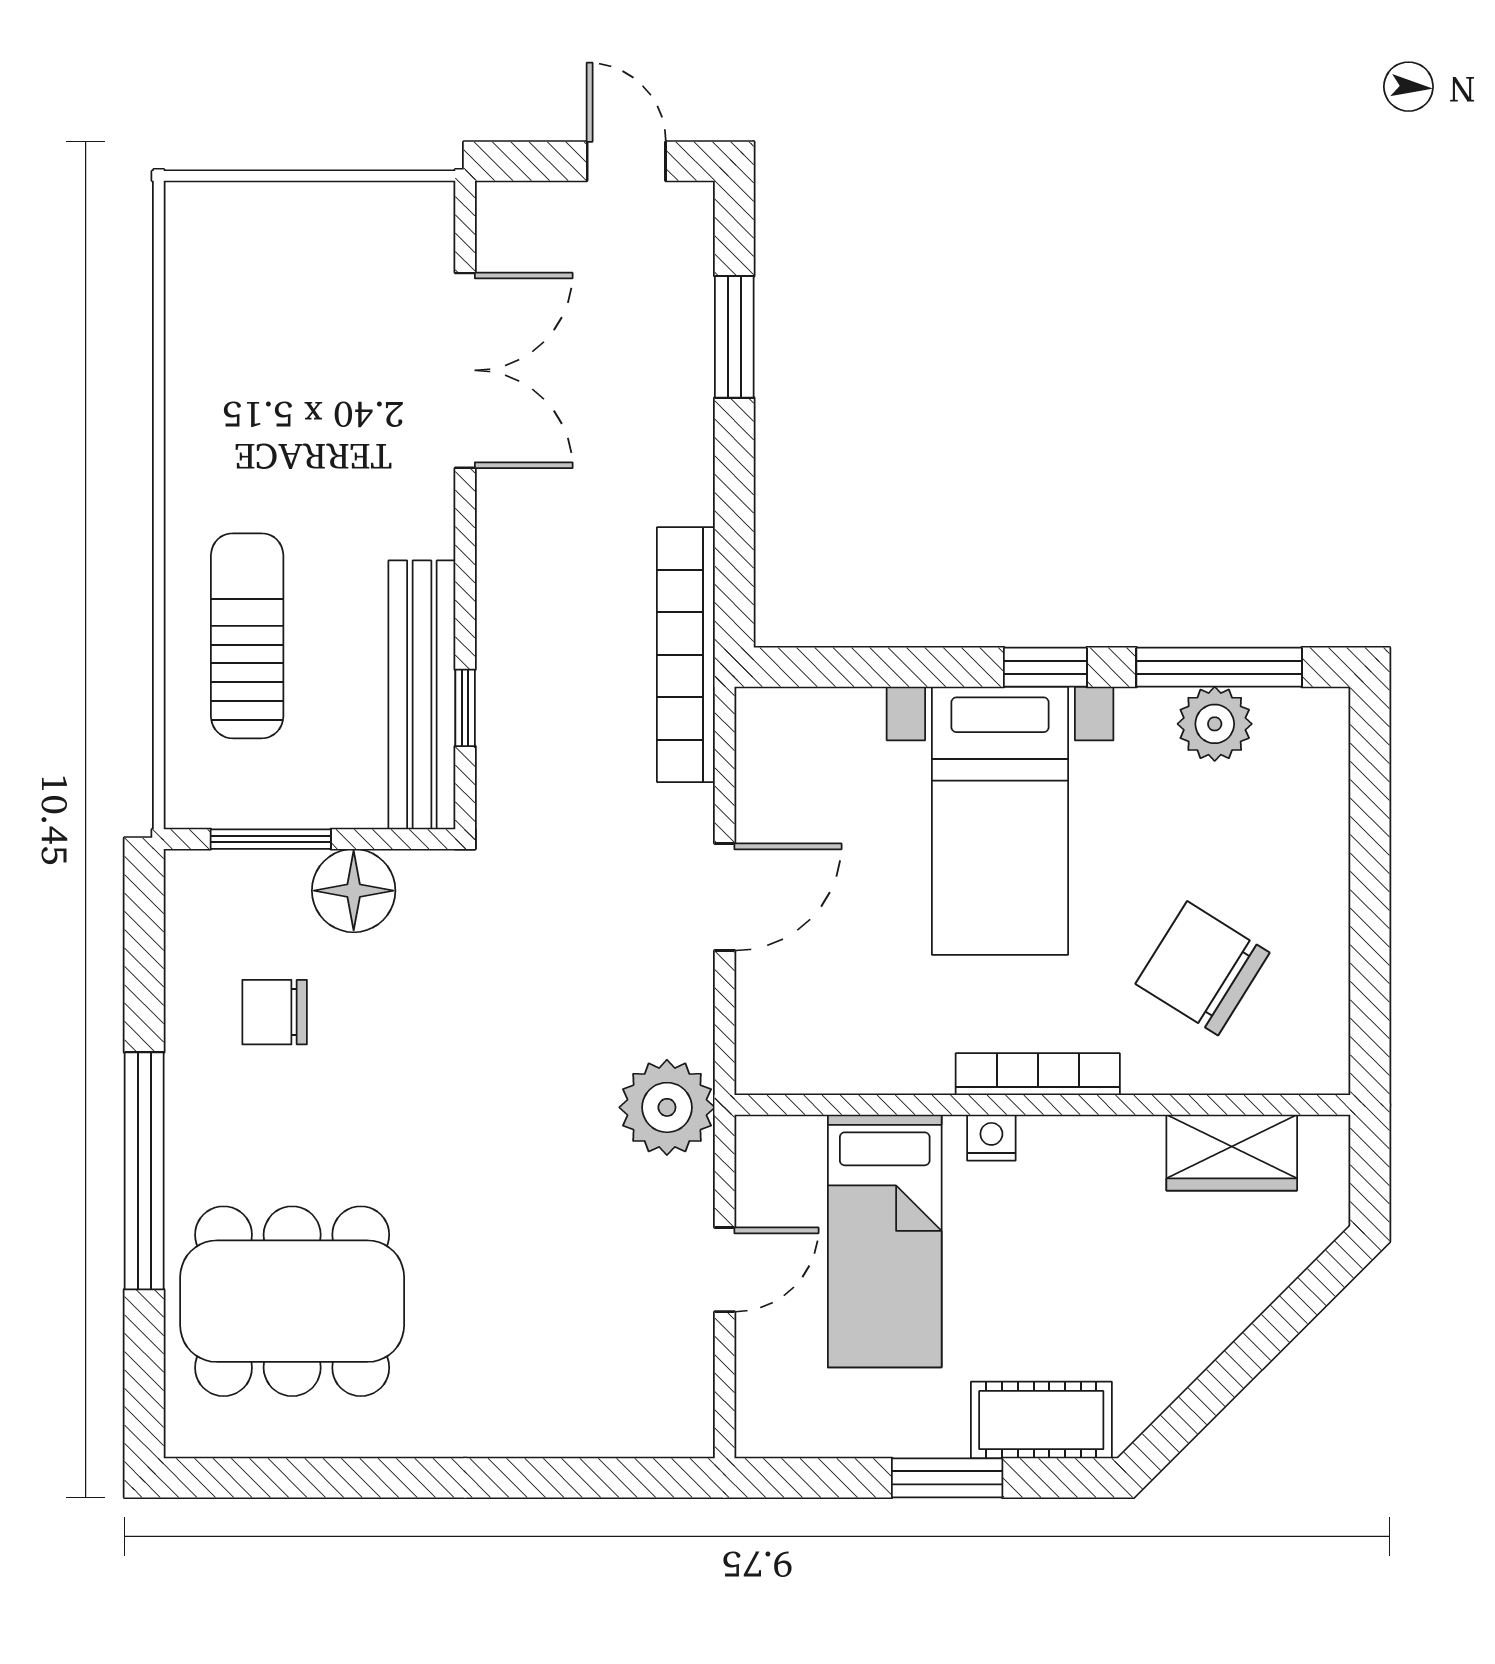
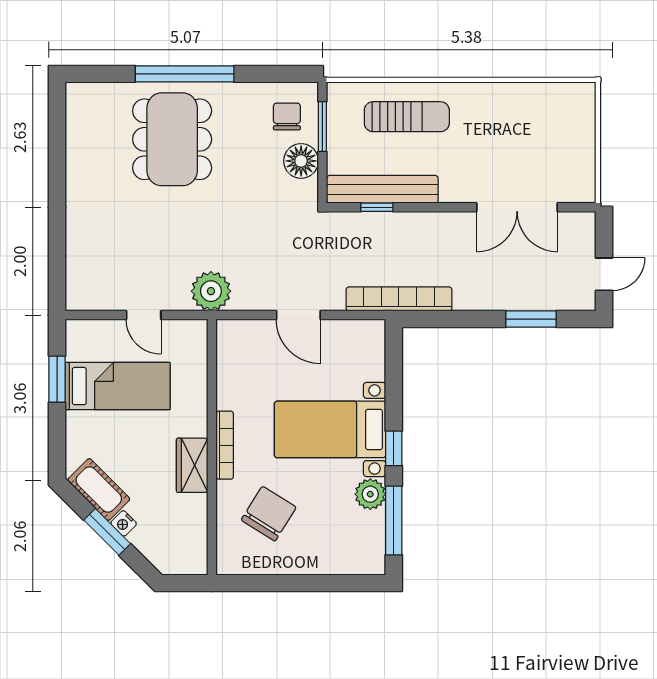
plant: (1215, 724) -> (370, 494), moved
chair: (275, 1012) -> (287, 117), moved
nightstand: (991, 1138) -> (124, 523), moved, turned 135
wardrobe: (1232, 1153) -> (192, 465), moved
bed: (885, 1241) -> (118, 386), moved, turned 180
dining table: (292, 1301) -> (172, 139), moved
window: (1246, 1357) -> (107, 532), added
cot: (1041, 1420) -> (99, 489), moved, turned -45
window: (947, 1478) -> (57, 379), moved

